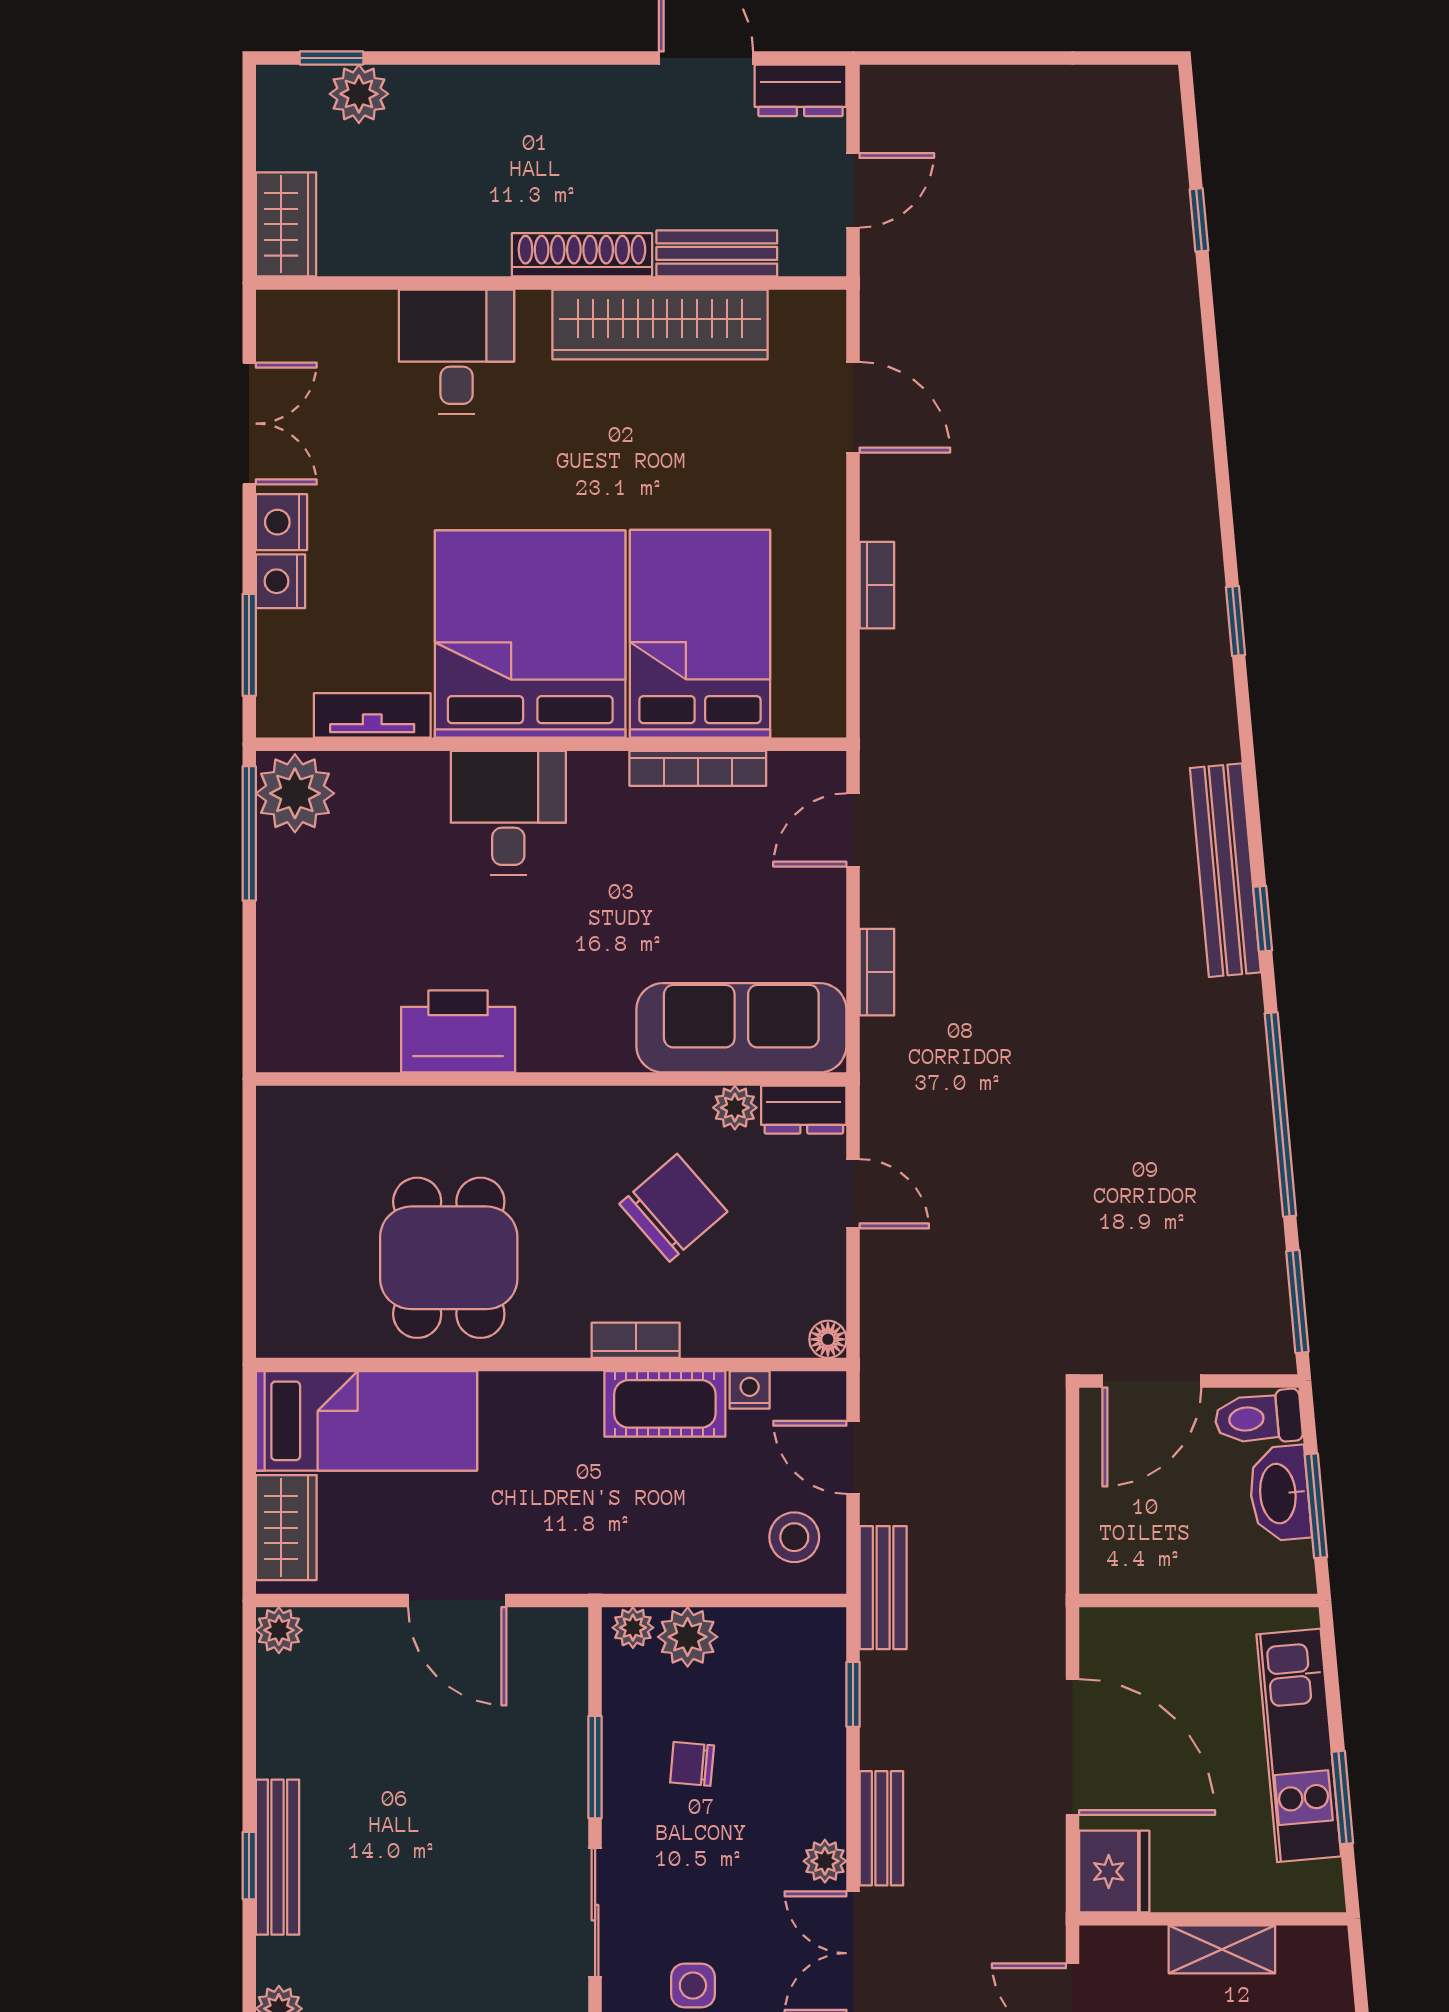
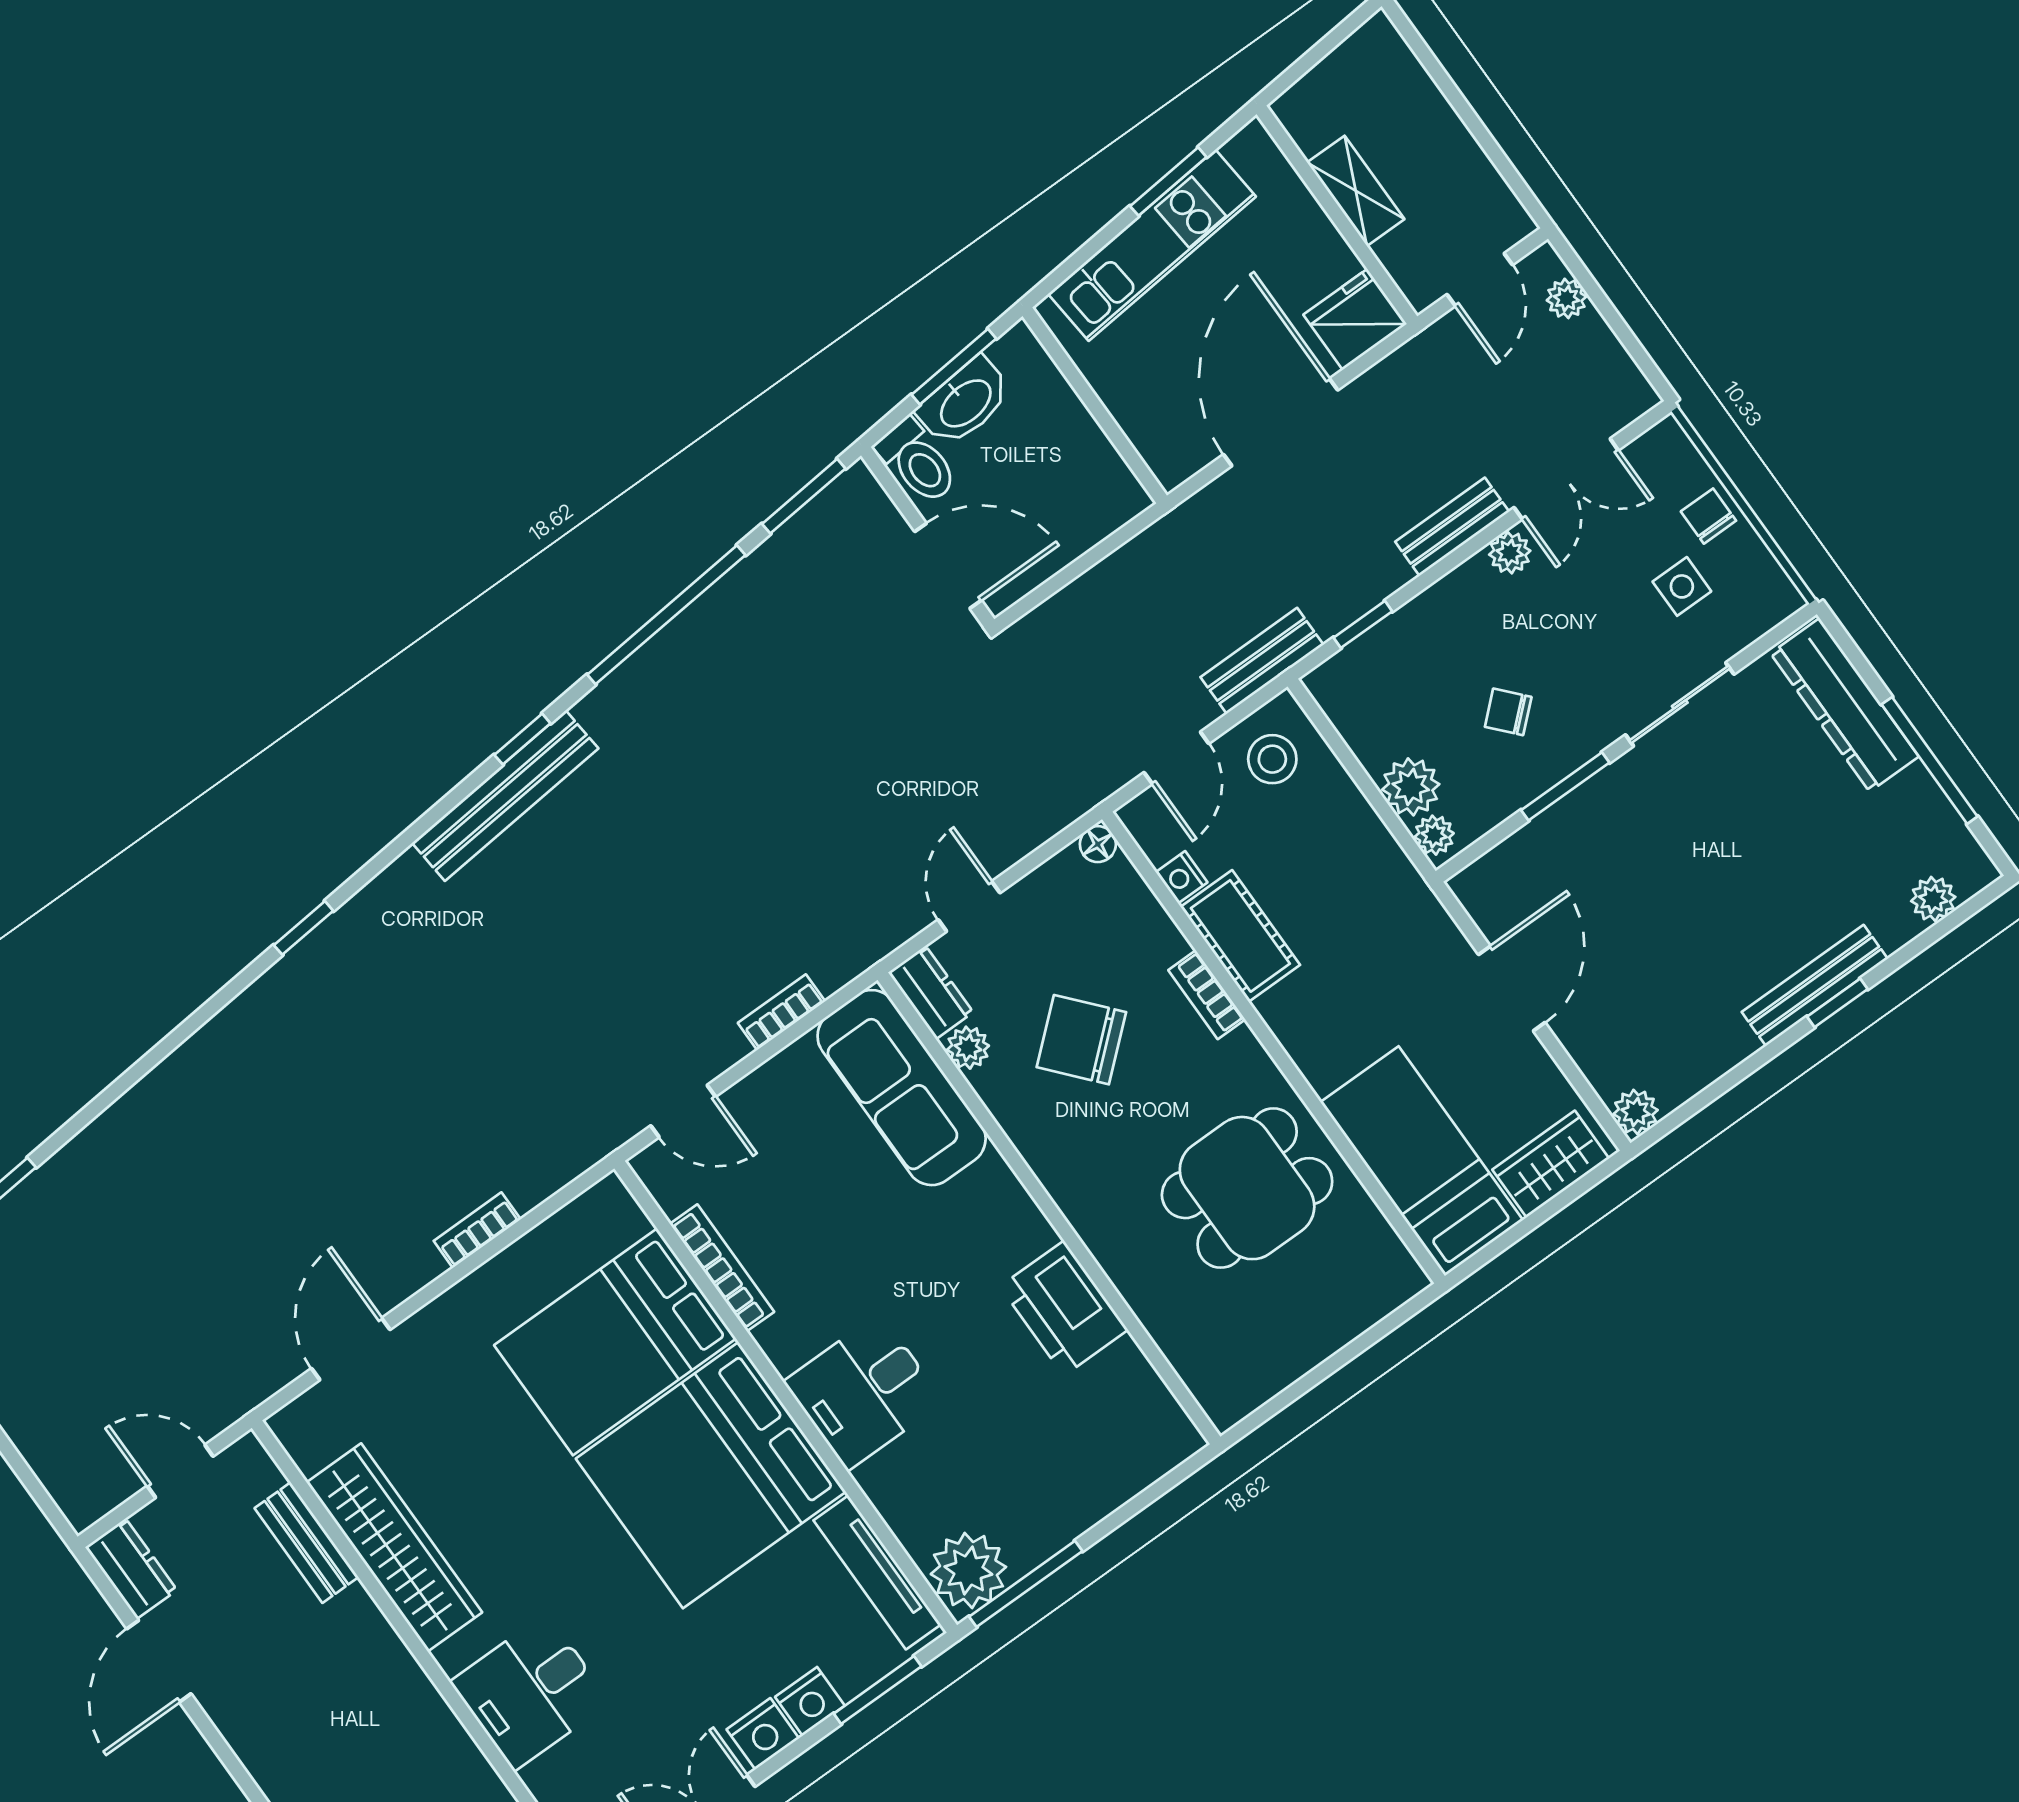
shoe rack: (582, 255) -> (384, 1648), removed
tv unit: (372, 715) -> (877, 1572), width x1.41
chair: (692, 1764) -> (1508, 712), turned 133

